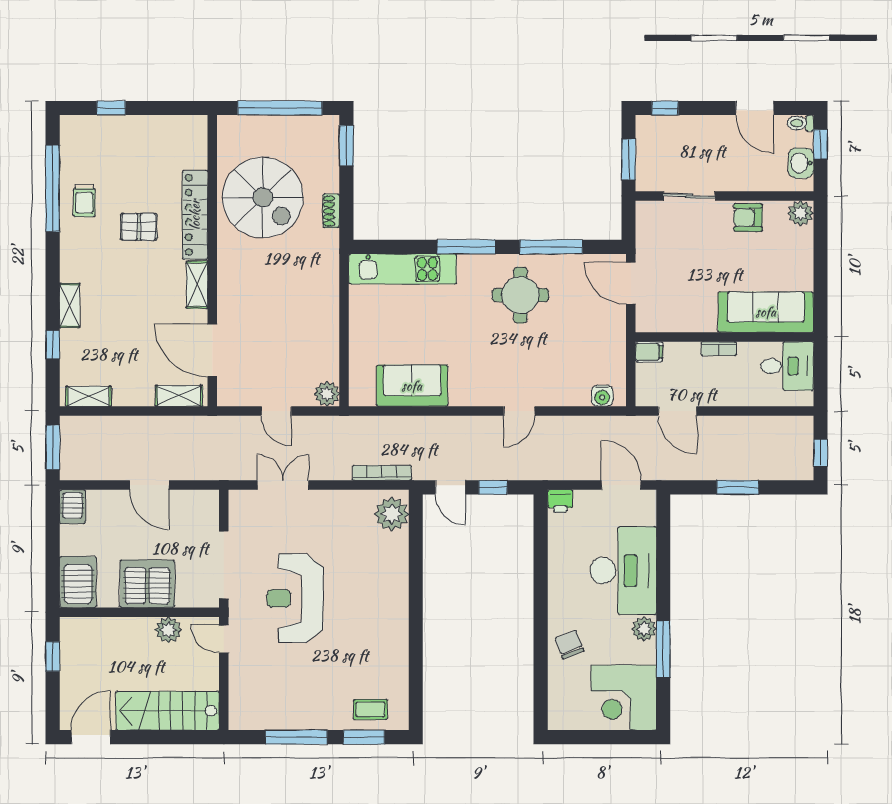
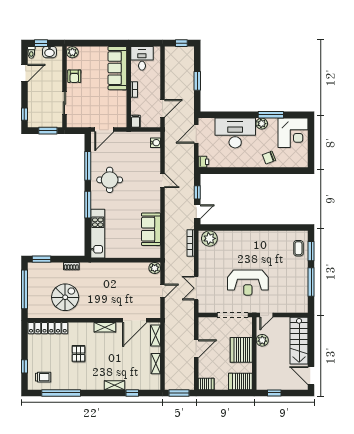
spiral stairs: (263, 197) -> (65, 297), width x0.73, depth x0.73
trolley: (84, 200) -> (43, 377), moved
locker: (195, 215) -> (48, 328), moved
shelving: (89, 396) -> (156, 364), moved

